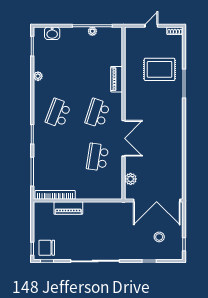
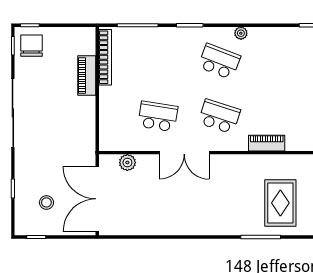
plant: (38, 76) -> (241, 33), moved

